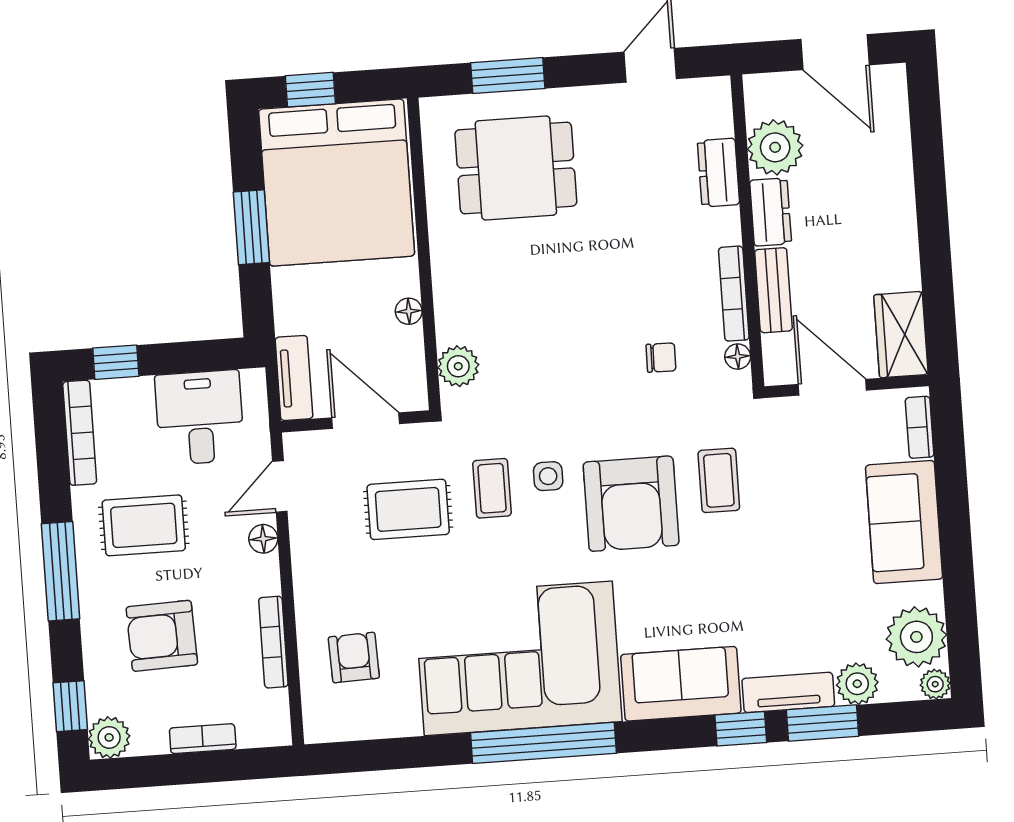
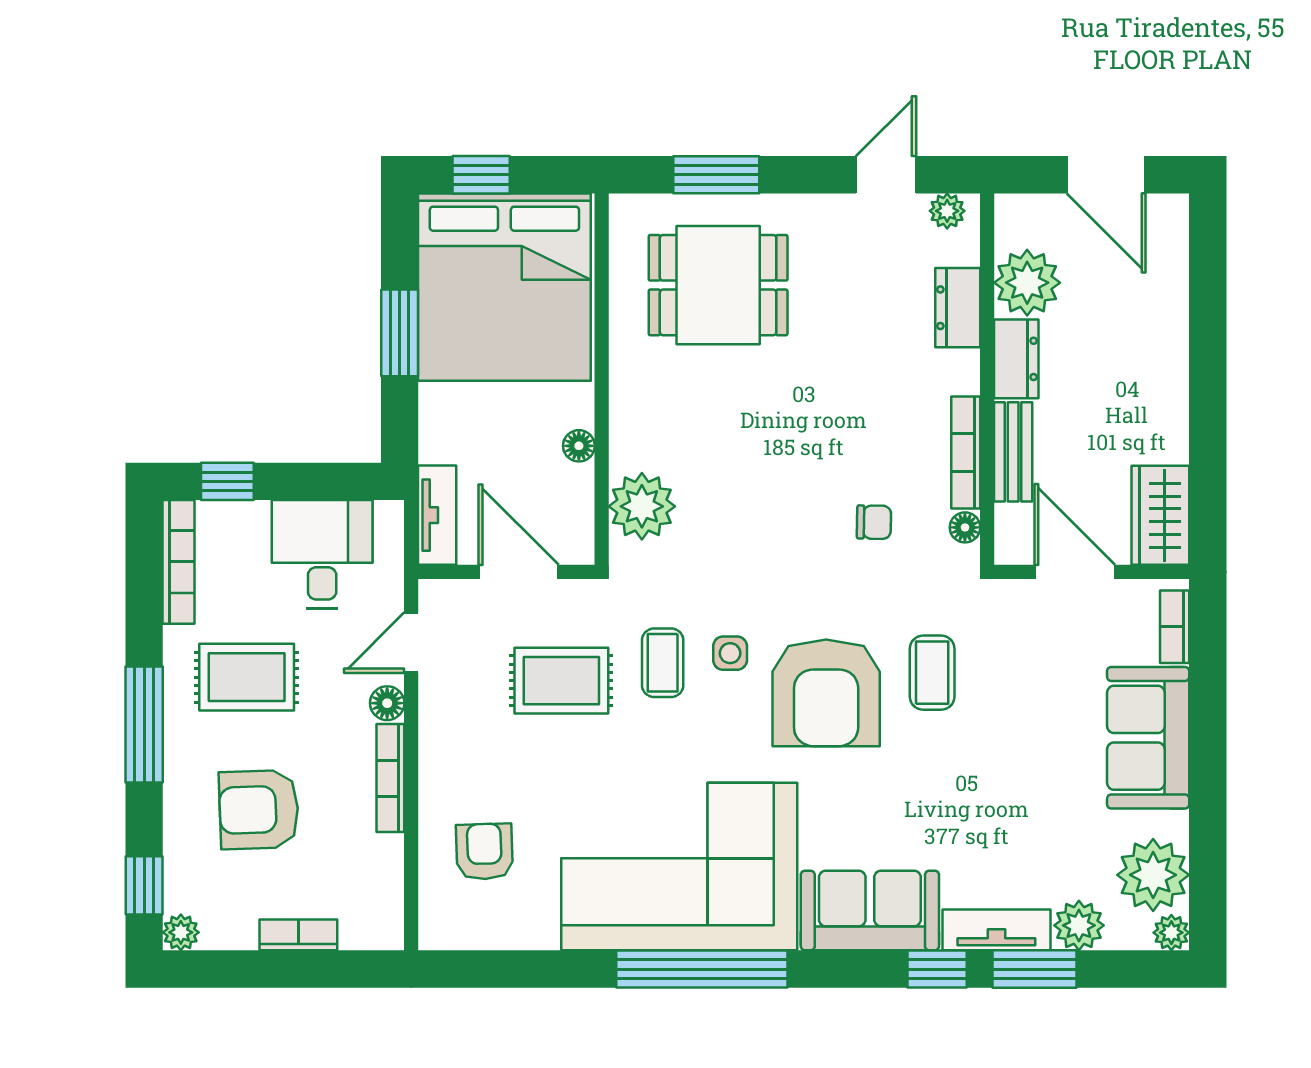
plant: (704, 92) -> (947, 211), added
plant: (458, 366) -> (642, 506), width x1.36, depth x1.36
bookcase: (273, 642) -> (390, 778), moved
plant: (109, 737) -> (181, 932), width x0.73, depth x0.73

